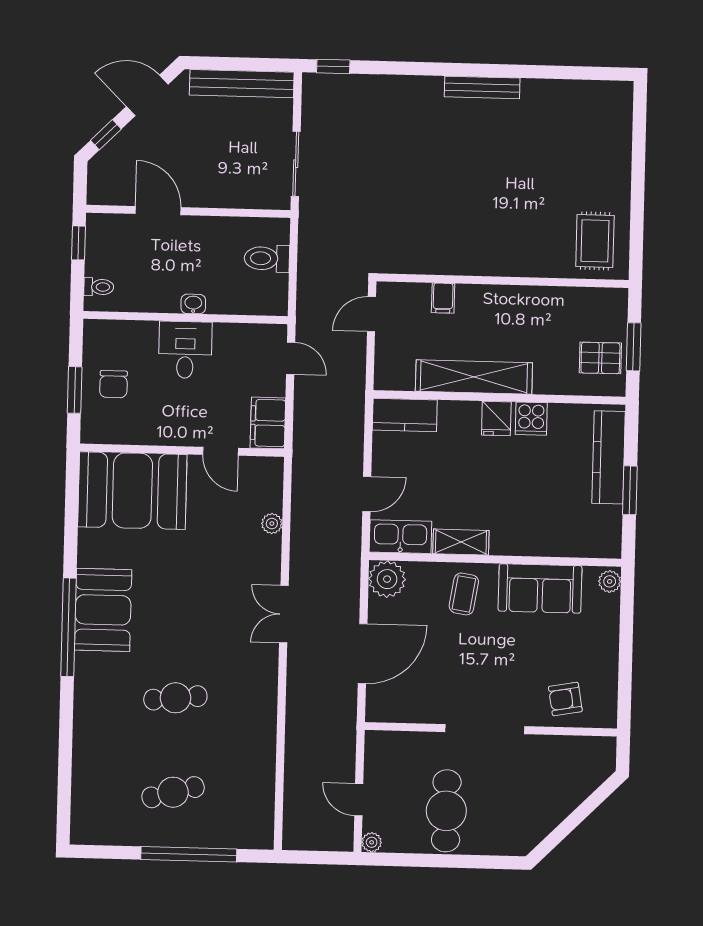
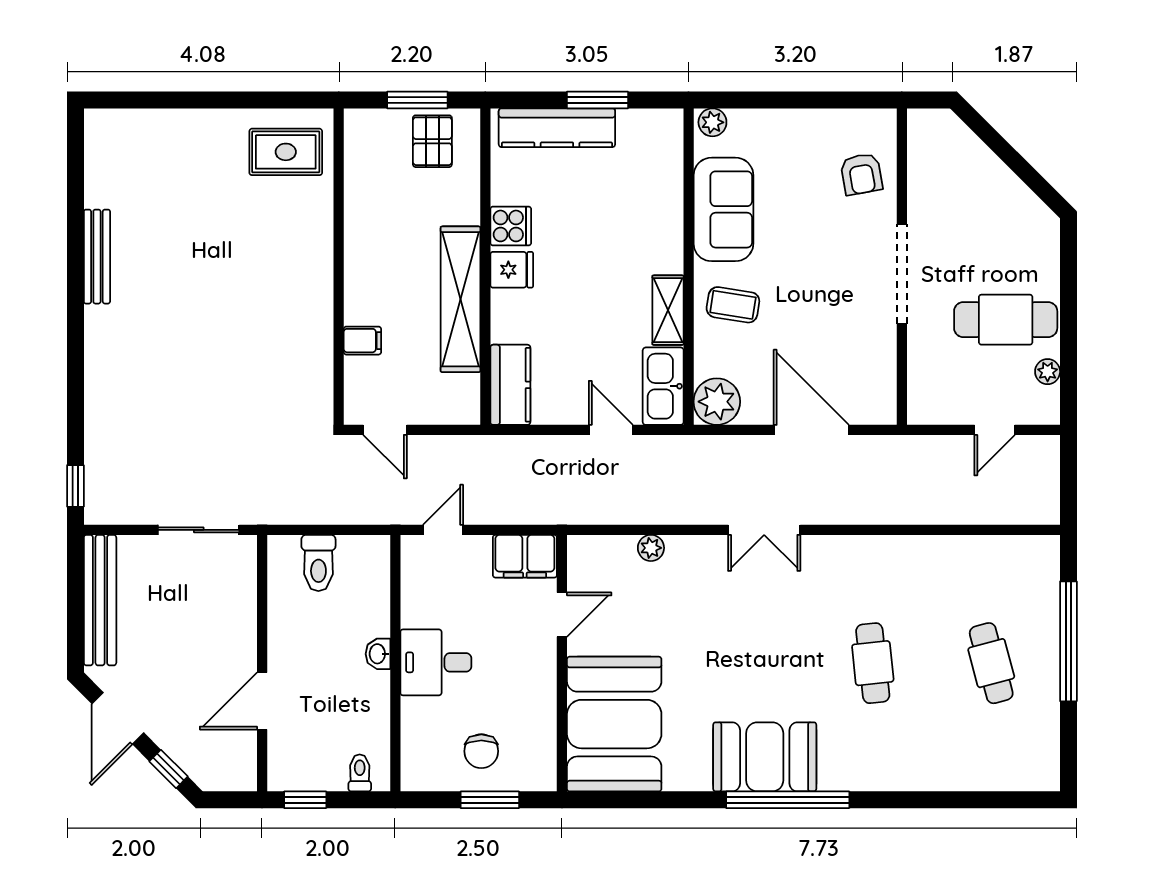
bench: (482, 87) -> (97, 257), moved
chair: (113, 384) -> (481, 751), turned 90
plant: (372, 842) -> (1048, 372), moved

